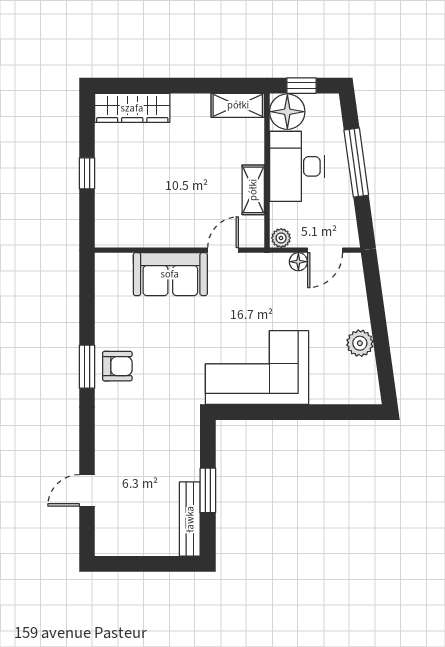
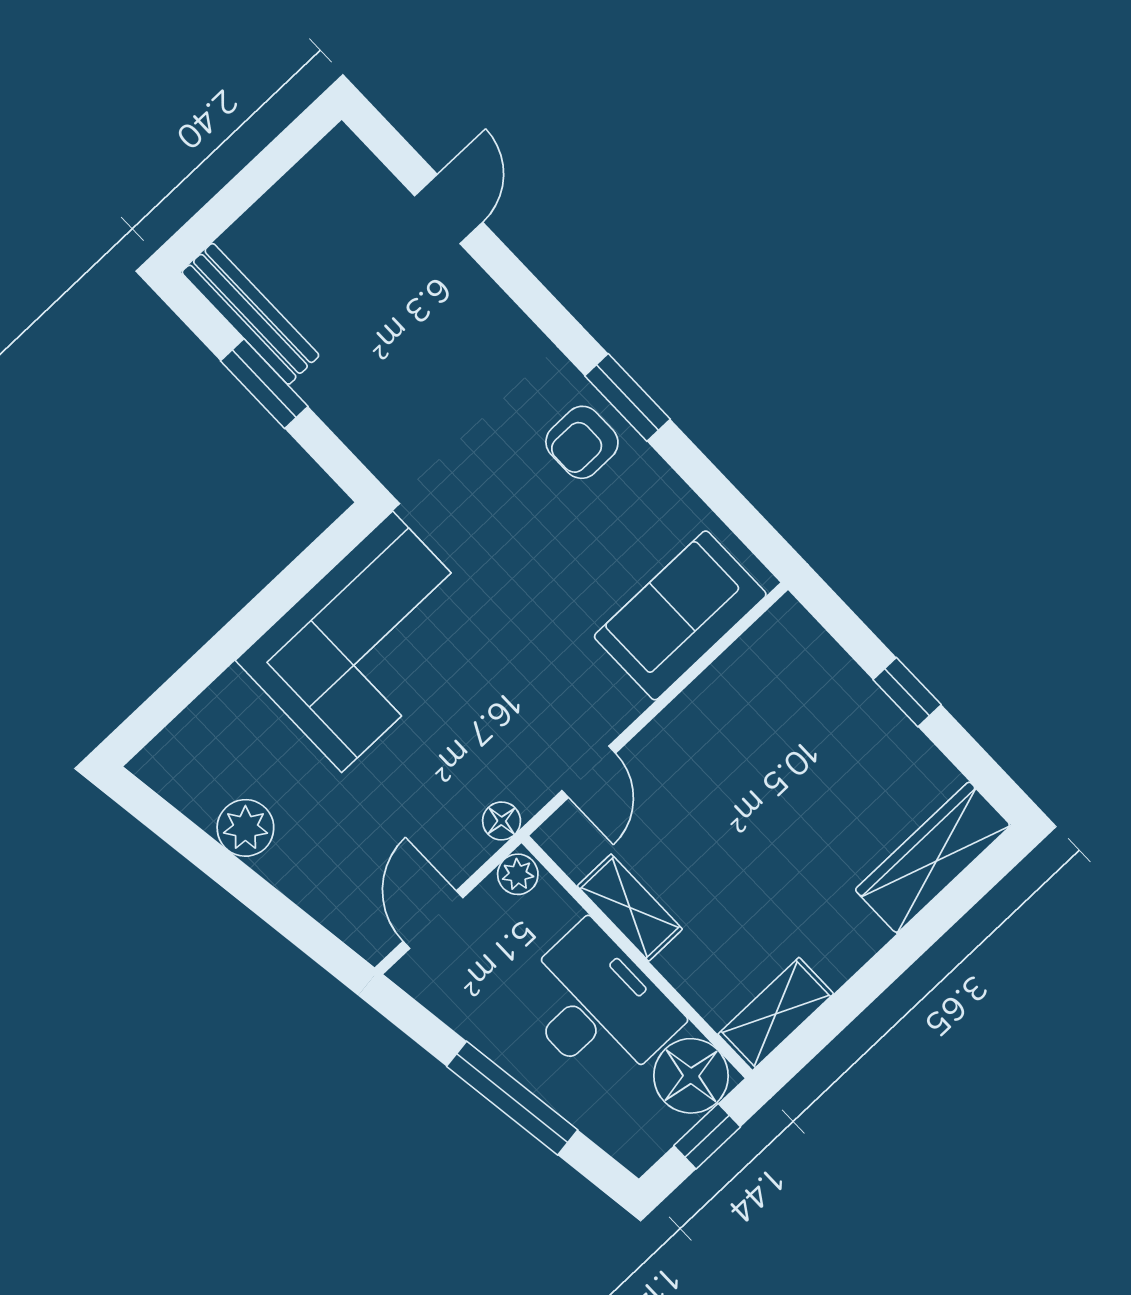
floor lamp: (298, 262) -> (502, 821), moved
sofa: (170, 274) -> (680, 615), moved

